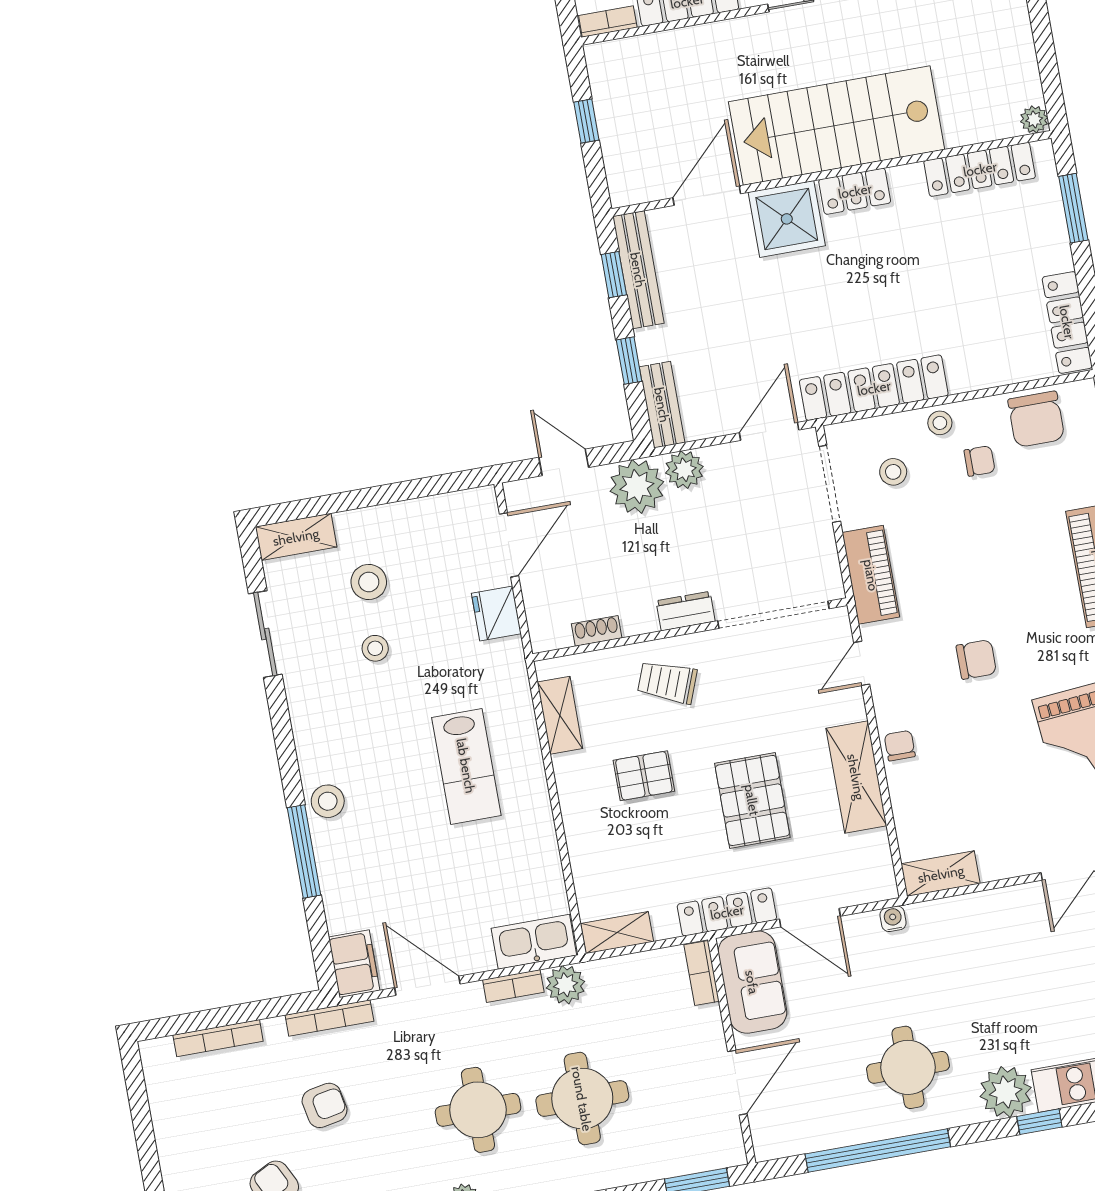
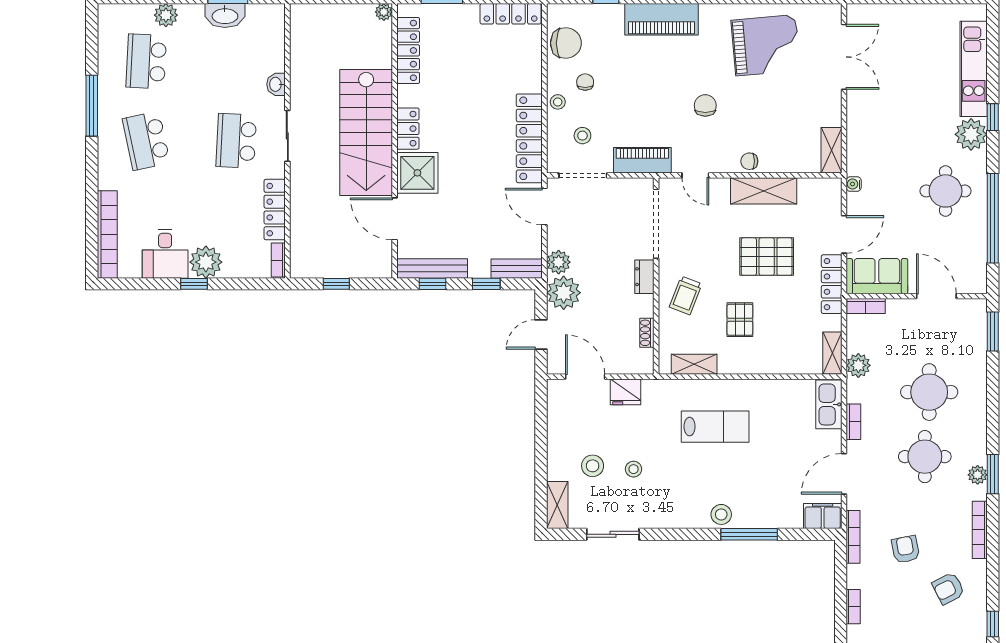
plant: (566, 985) -> (858, 365), moved
bookcase: (218, 1038) -> (853, 607), width x0.64

